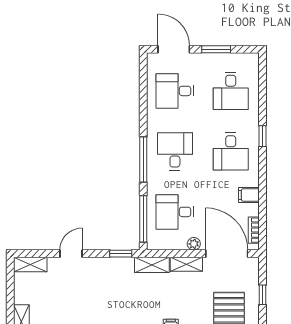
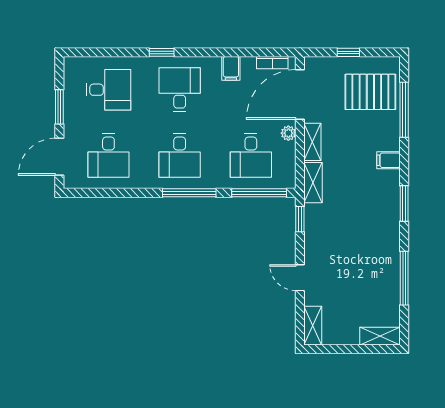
desk: (175, 151) -> (180, 155), turned -90
desk: (231, 151) -> (180, 90), turned -90

